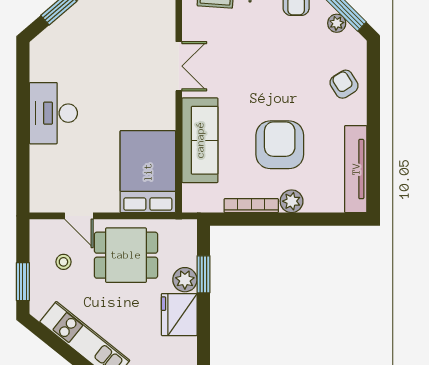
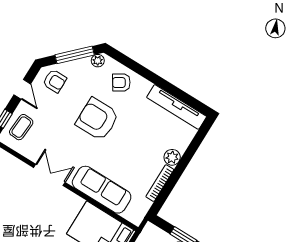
plant: (337, 23) -> (98, 61), moved
armchair: (280, 145) -> (97, 119), moved

